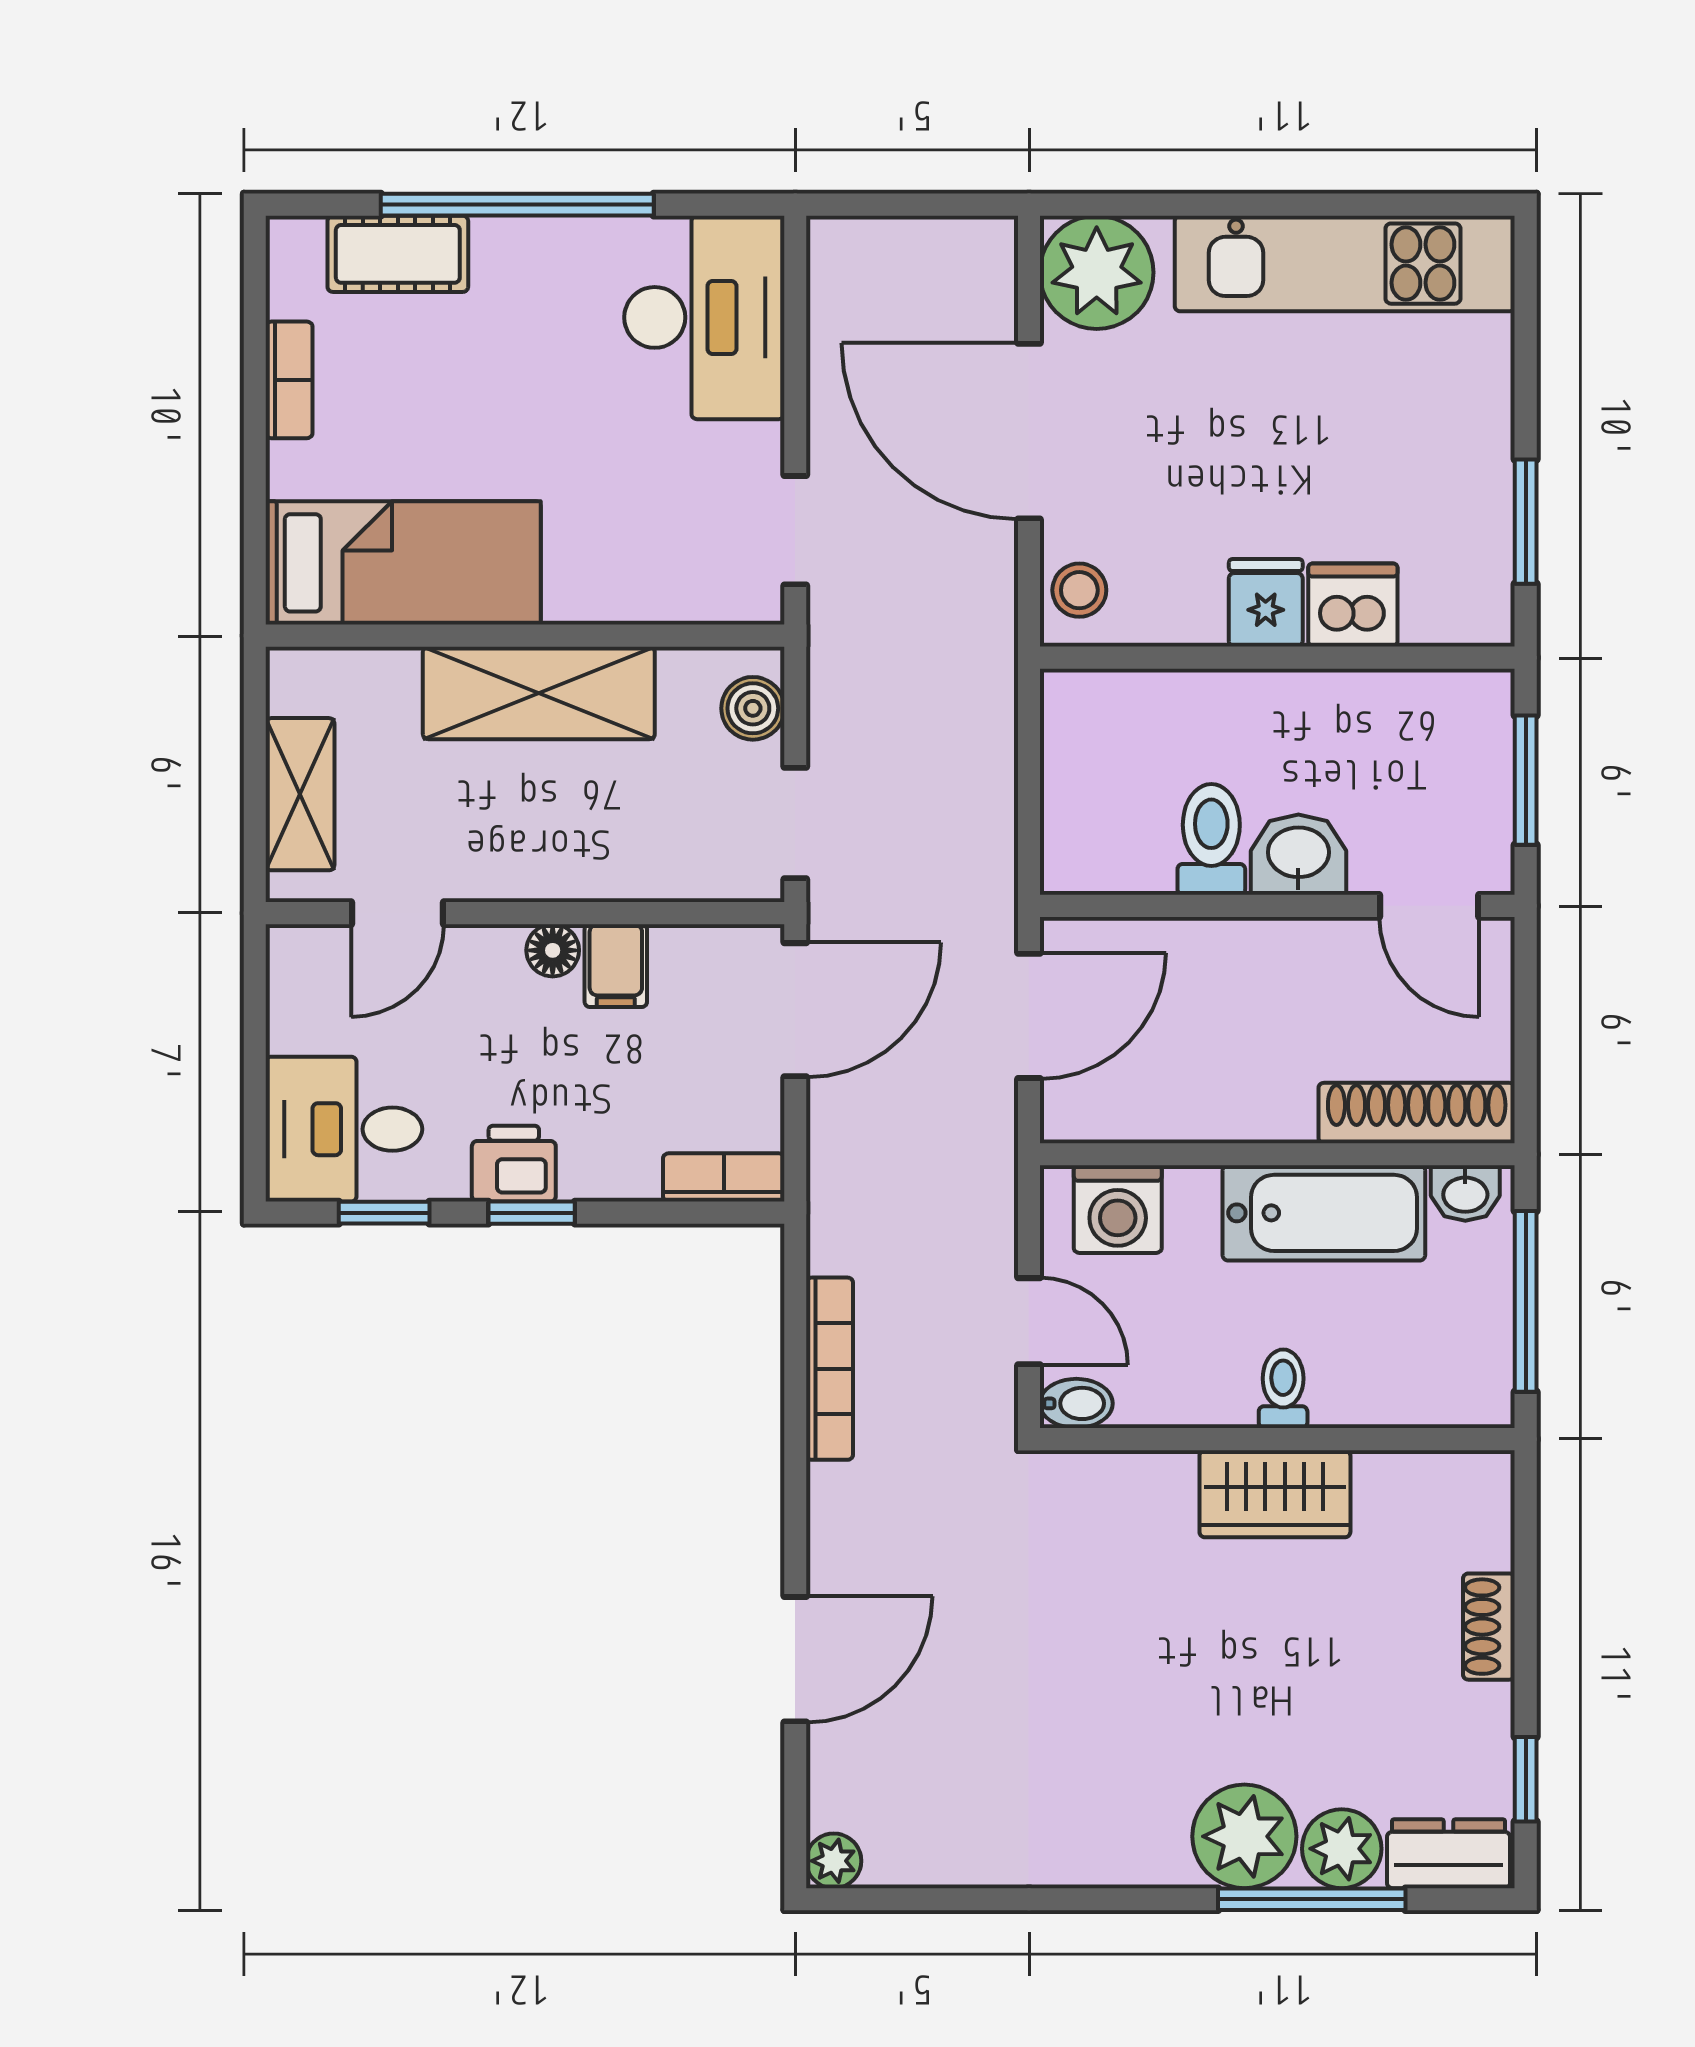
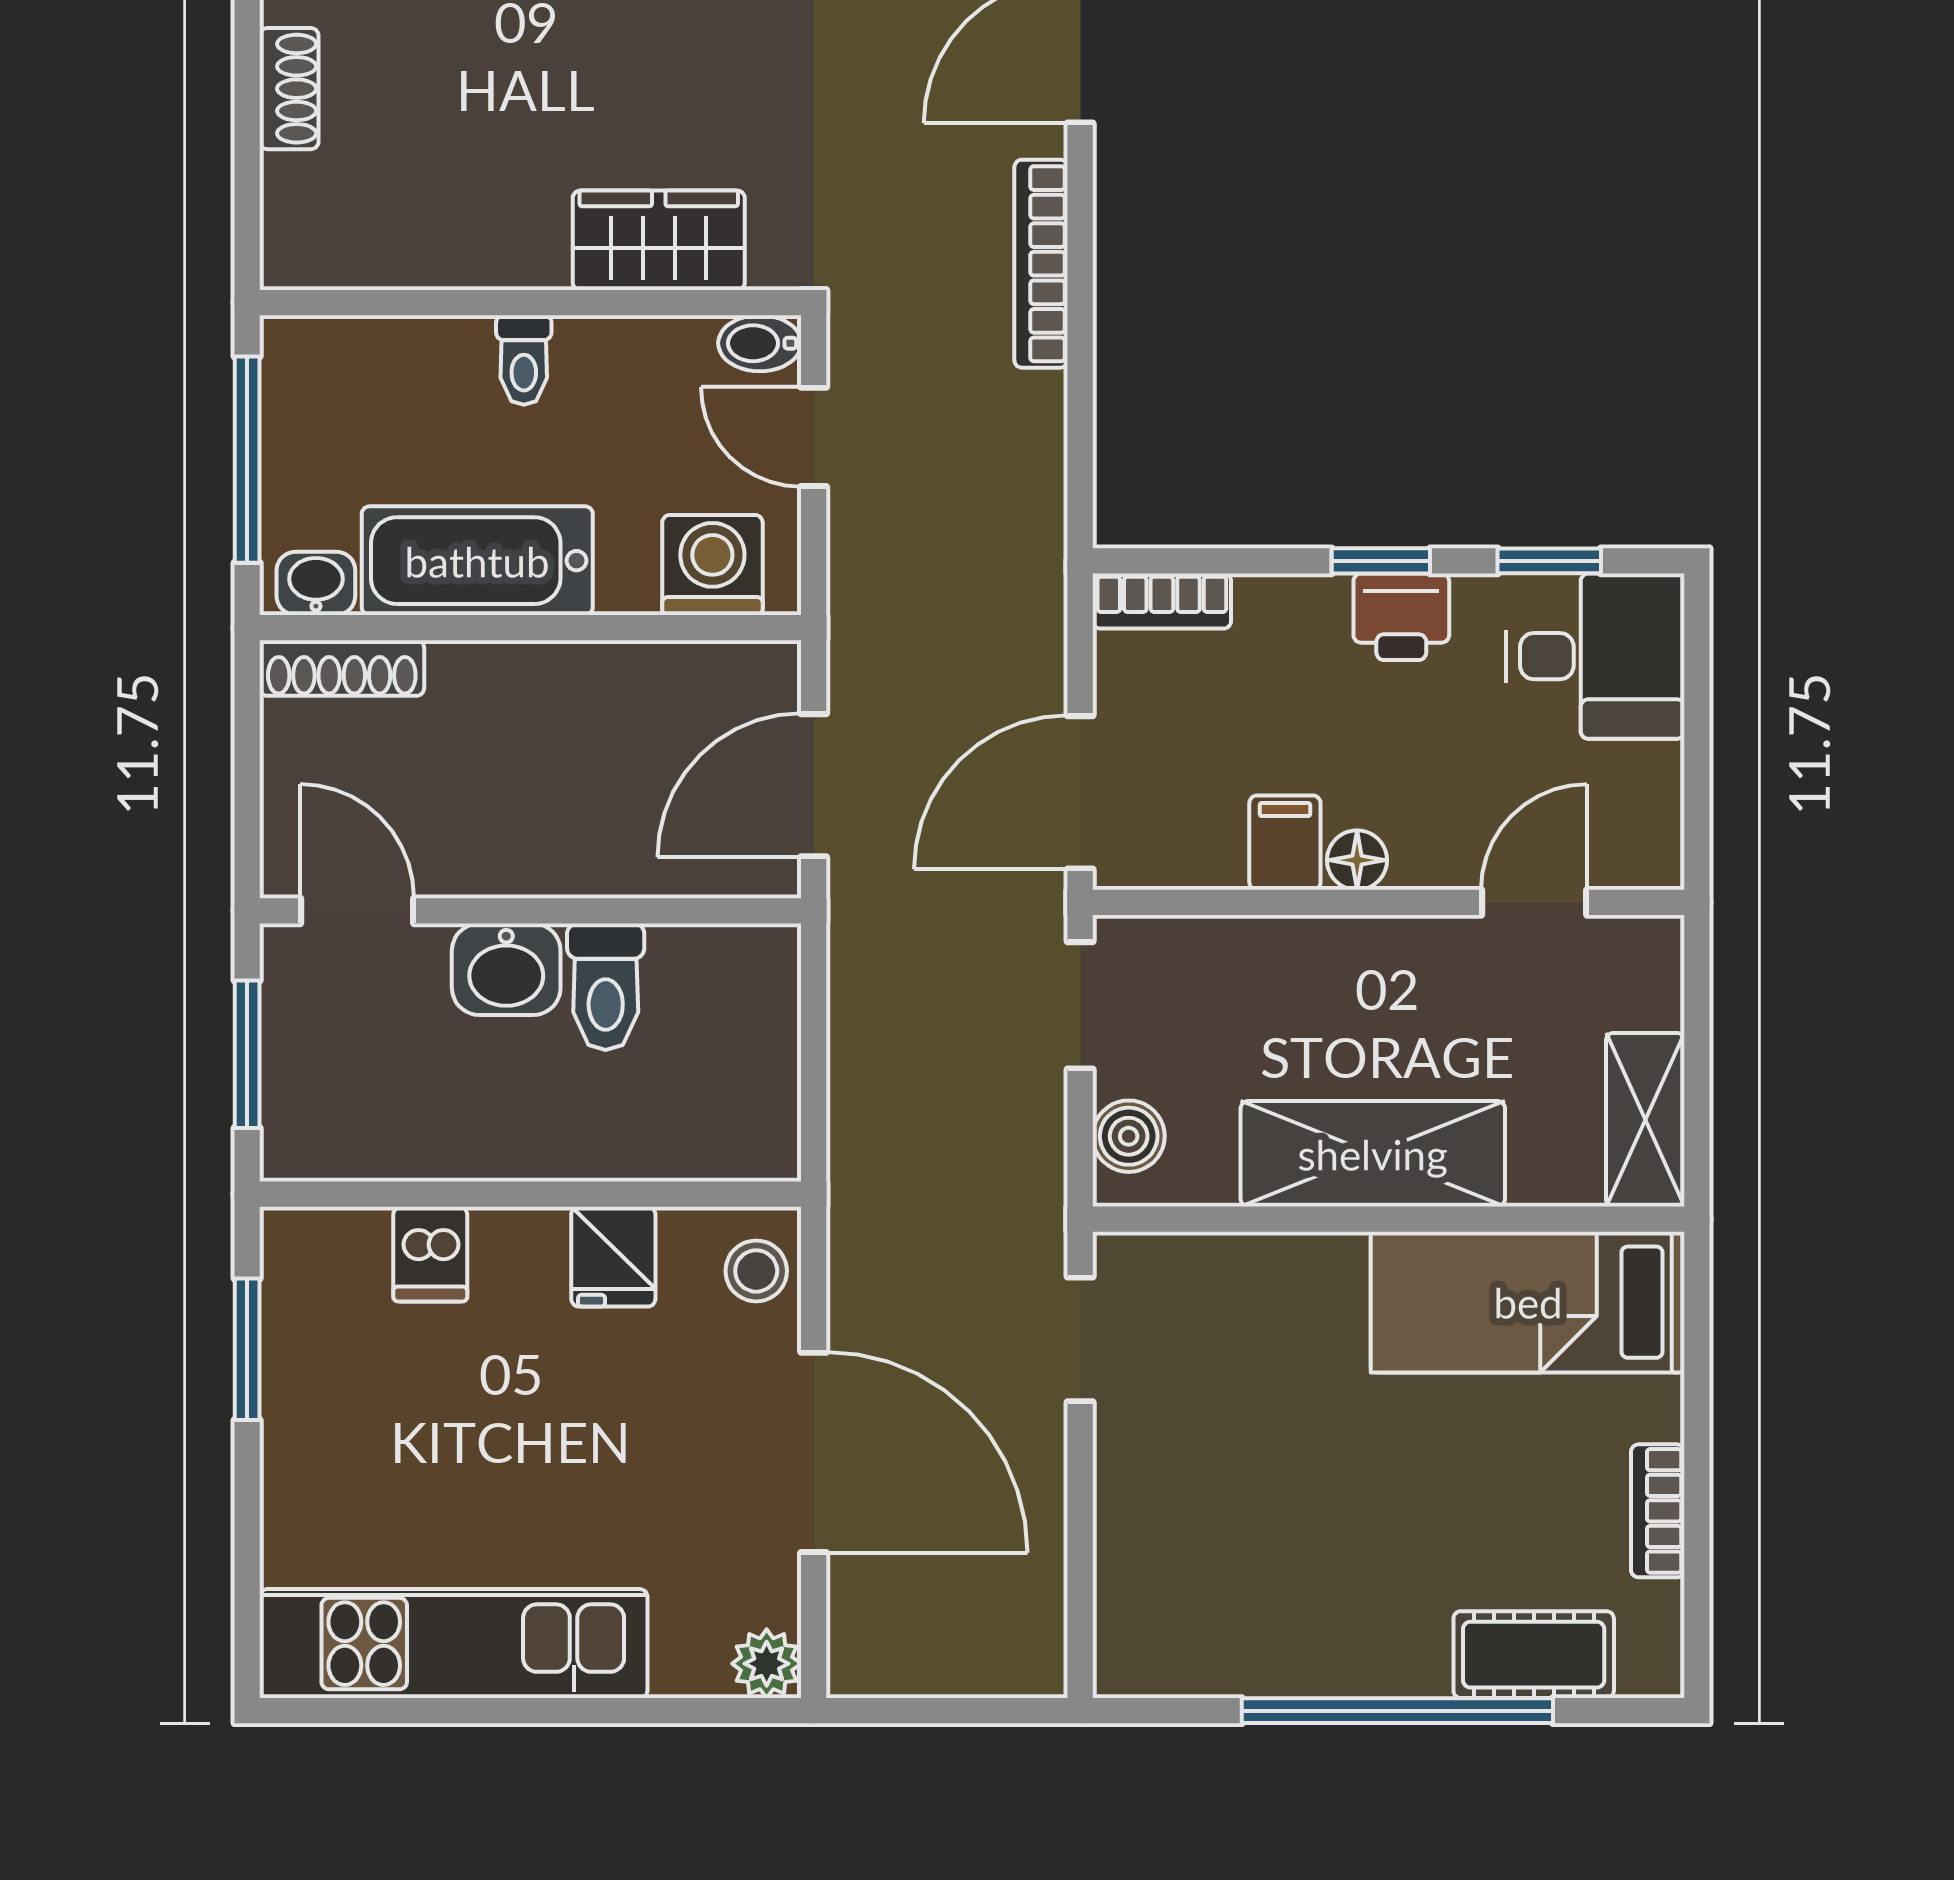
plant: (1097, 272) -> (767, 1664), width x0.53, depth x0.53
desk: (704, 317) -> (1184, 1582), removed
fridge: (1266, 603) -> (613, 1257), moved
dishwasher: (1353, 605) -> (430, 1254), width x0.73
shelving: (300, 794) -> (1645, 1120), moved
shoe rack: (1417, 1113) -> (342, 668), width x0.74, depth x0.81
bookcase: (830, 1369) -> (1041, 264), moved
wardrobe: (1275, 1494) -> (659, 240), moved

